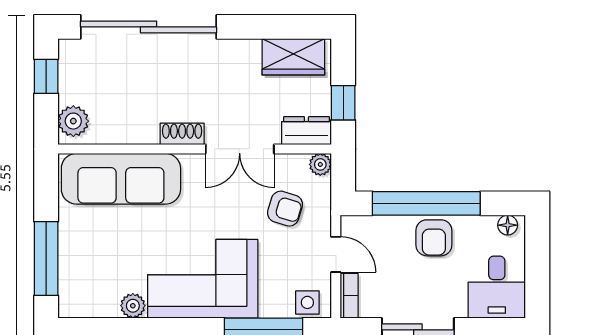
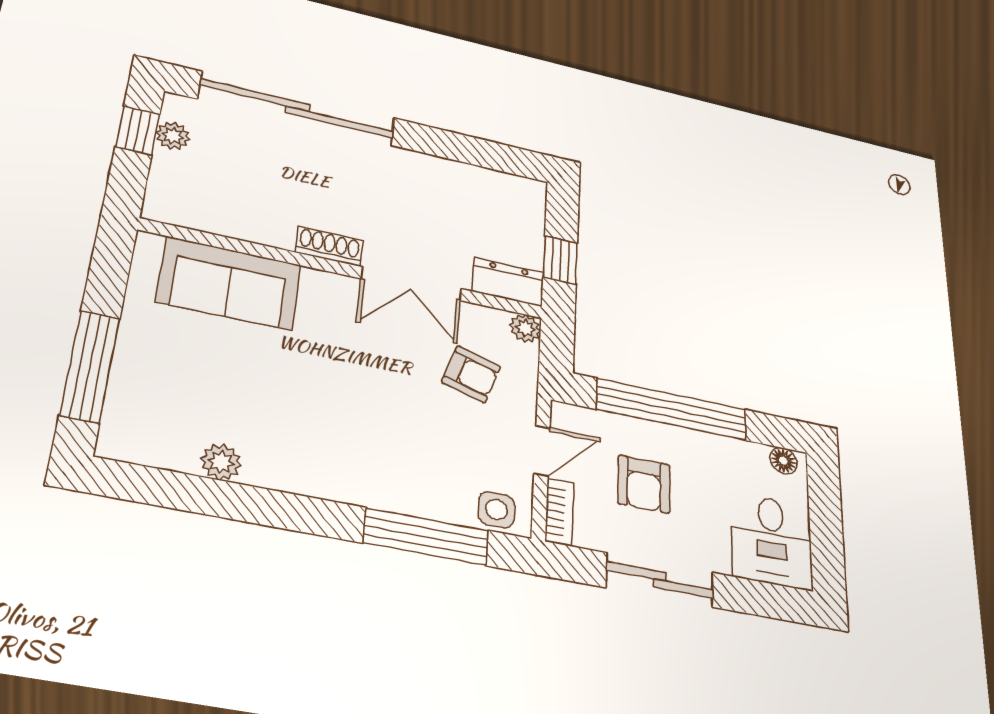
wardrobe: (293, 57) -> (495, 191), removed
plant: (73, 121) -> (173, 136), moved, width x0.73, depth x0.73
sofa: (121, 179) -> (229, 283), width x0.73
armchair: (434, 238) -> (644, 484), moved
door: (336, 254) -> (542, 451), hinge flipped
corner sofa: (203, 279) -> (338, 445), removed

